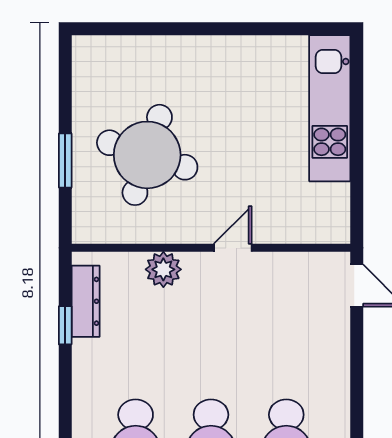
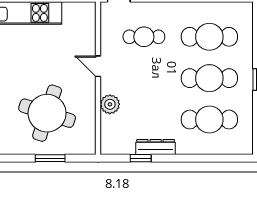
dresser: (86, 301) -> (156, 147), moved
cafe table: (286, 331) -> (144, 37), added

